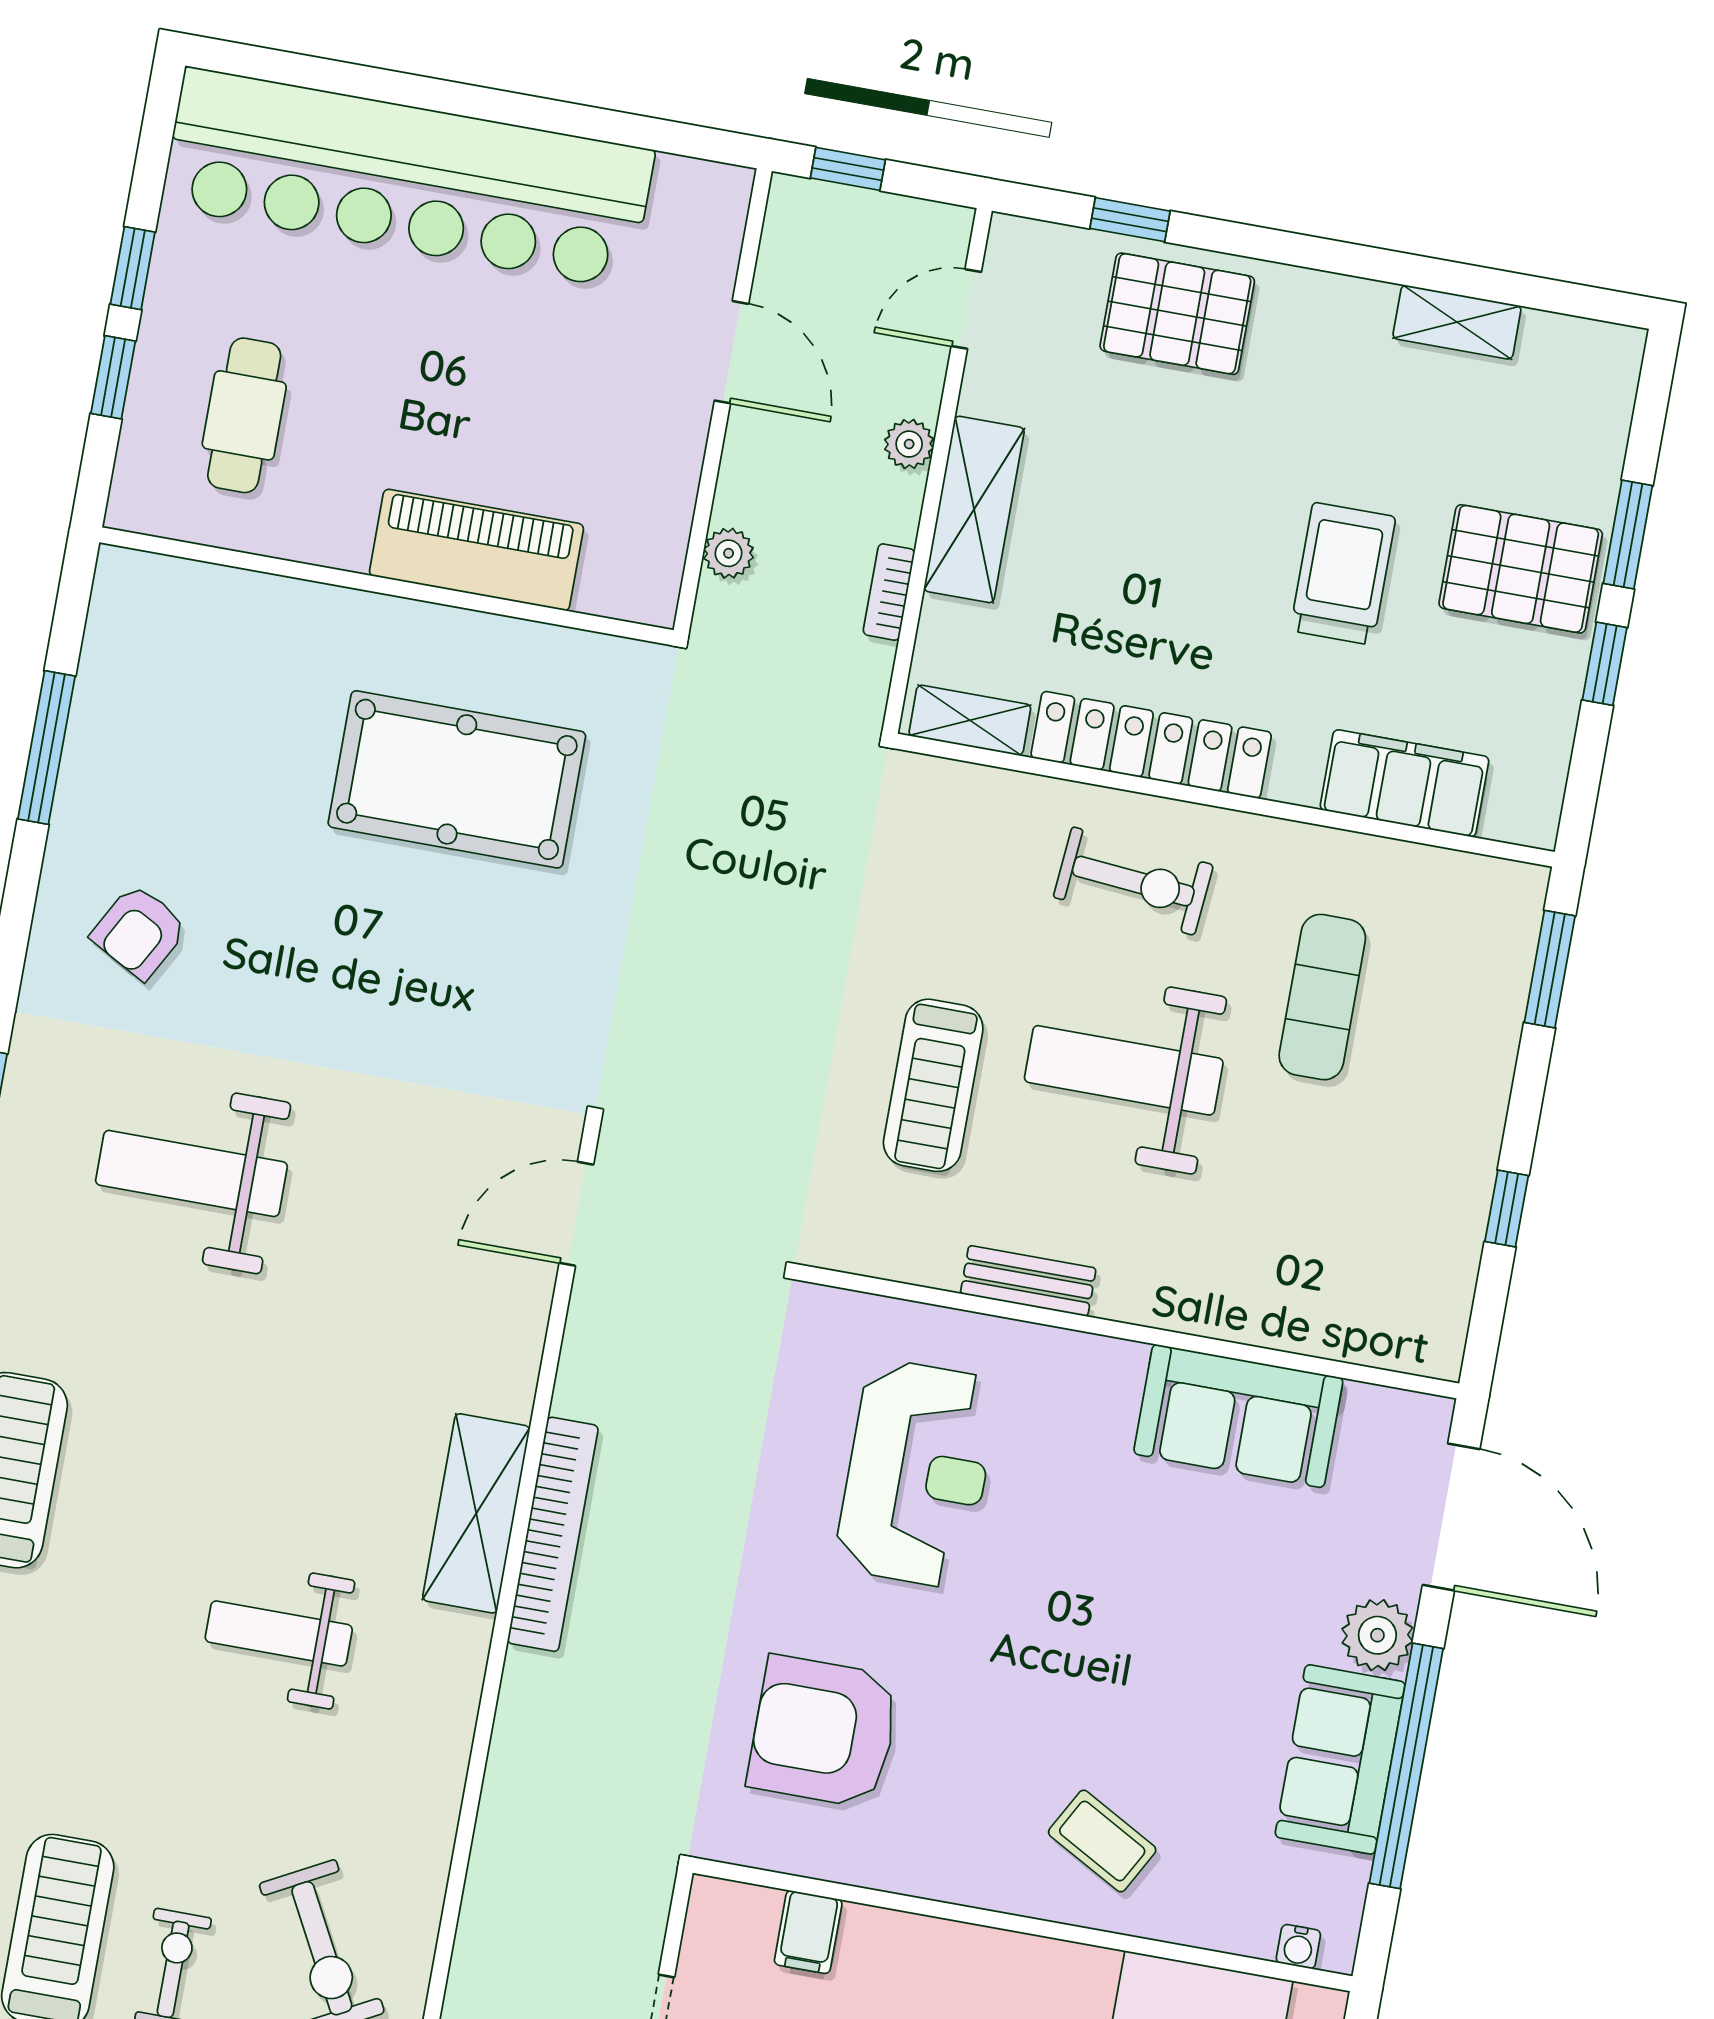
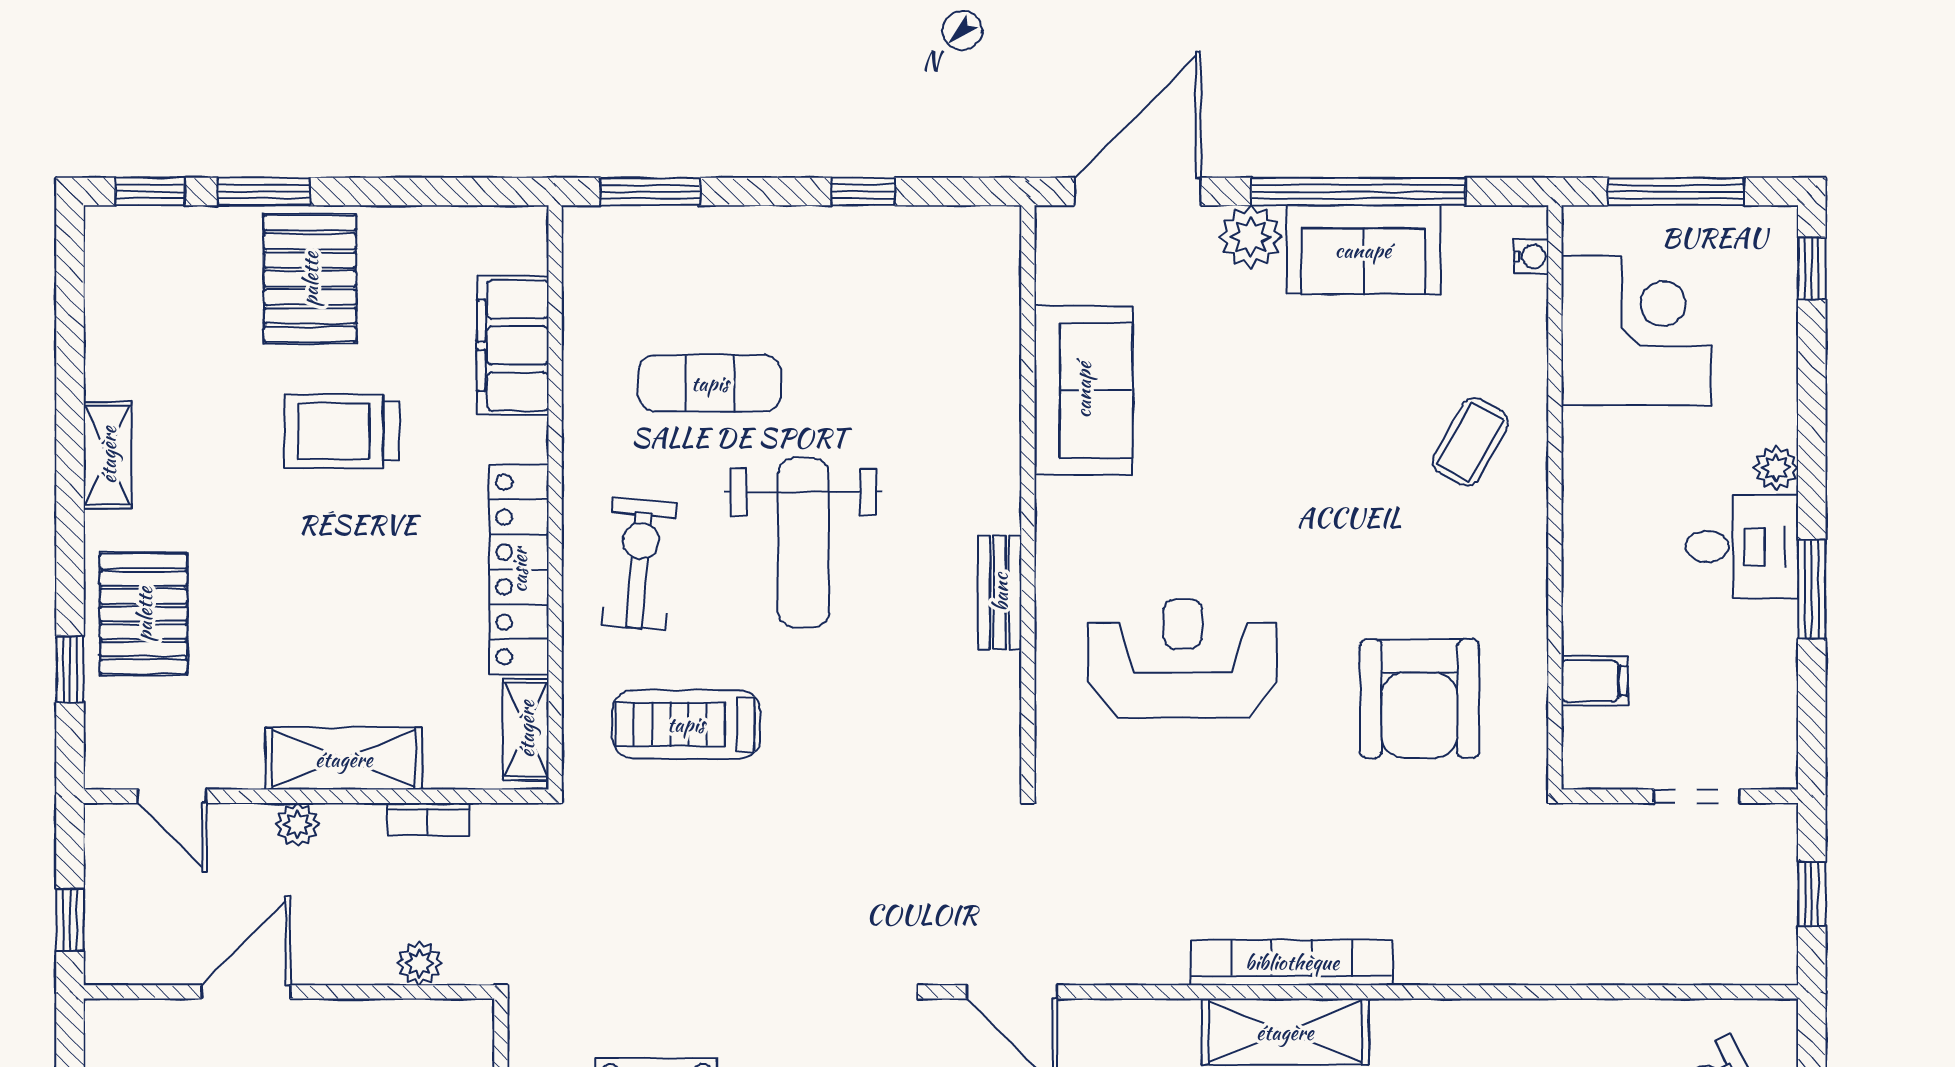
shelving: (1457, 322) -> (108, 455), moved
window: (1605, 664) -> (150, 192), moved
treadmill: (933, 1085) -> (686, 724), moved, turned 180

